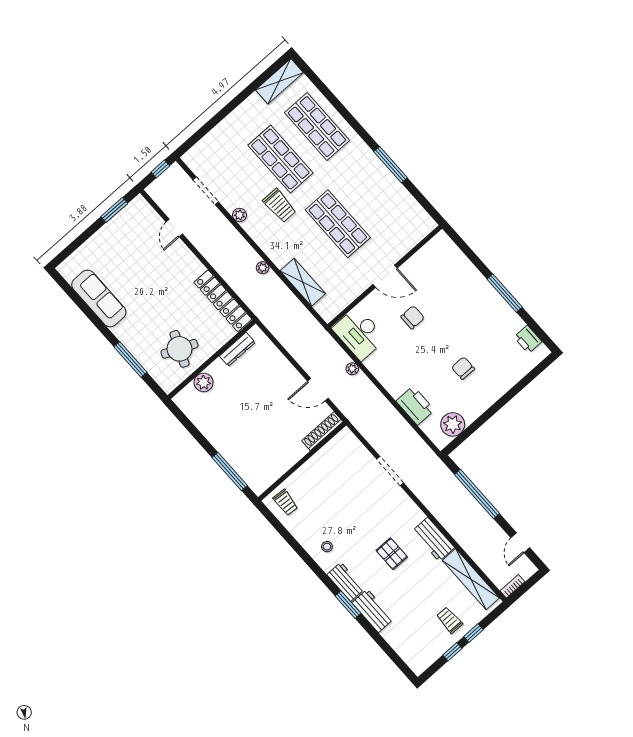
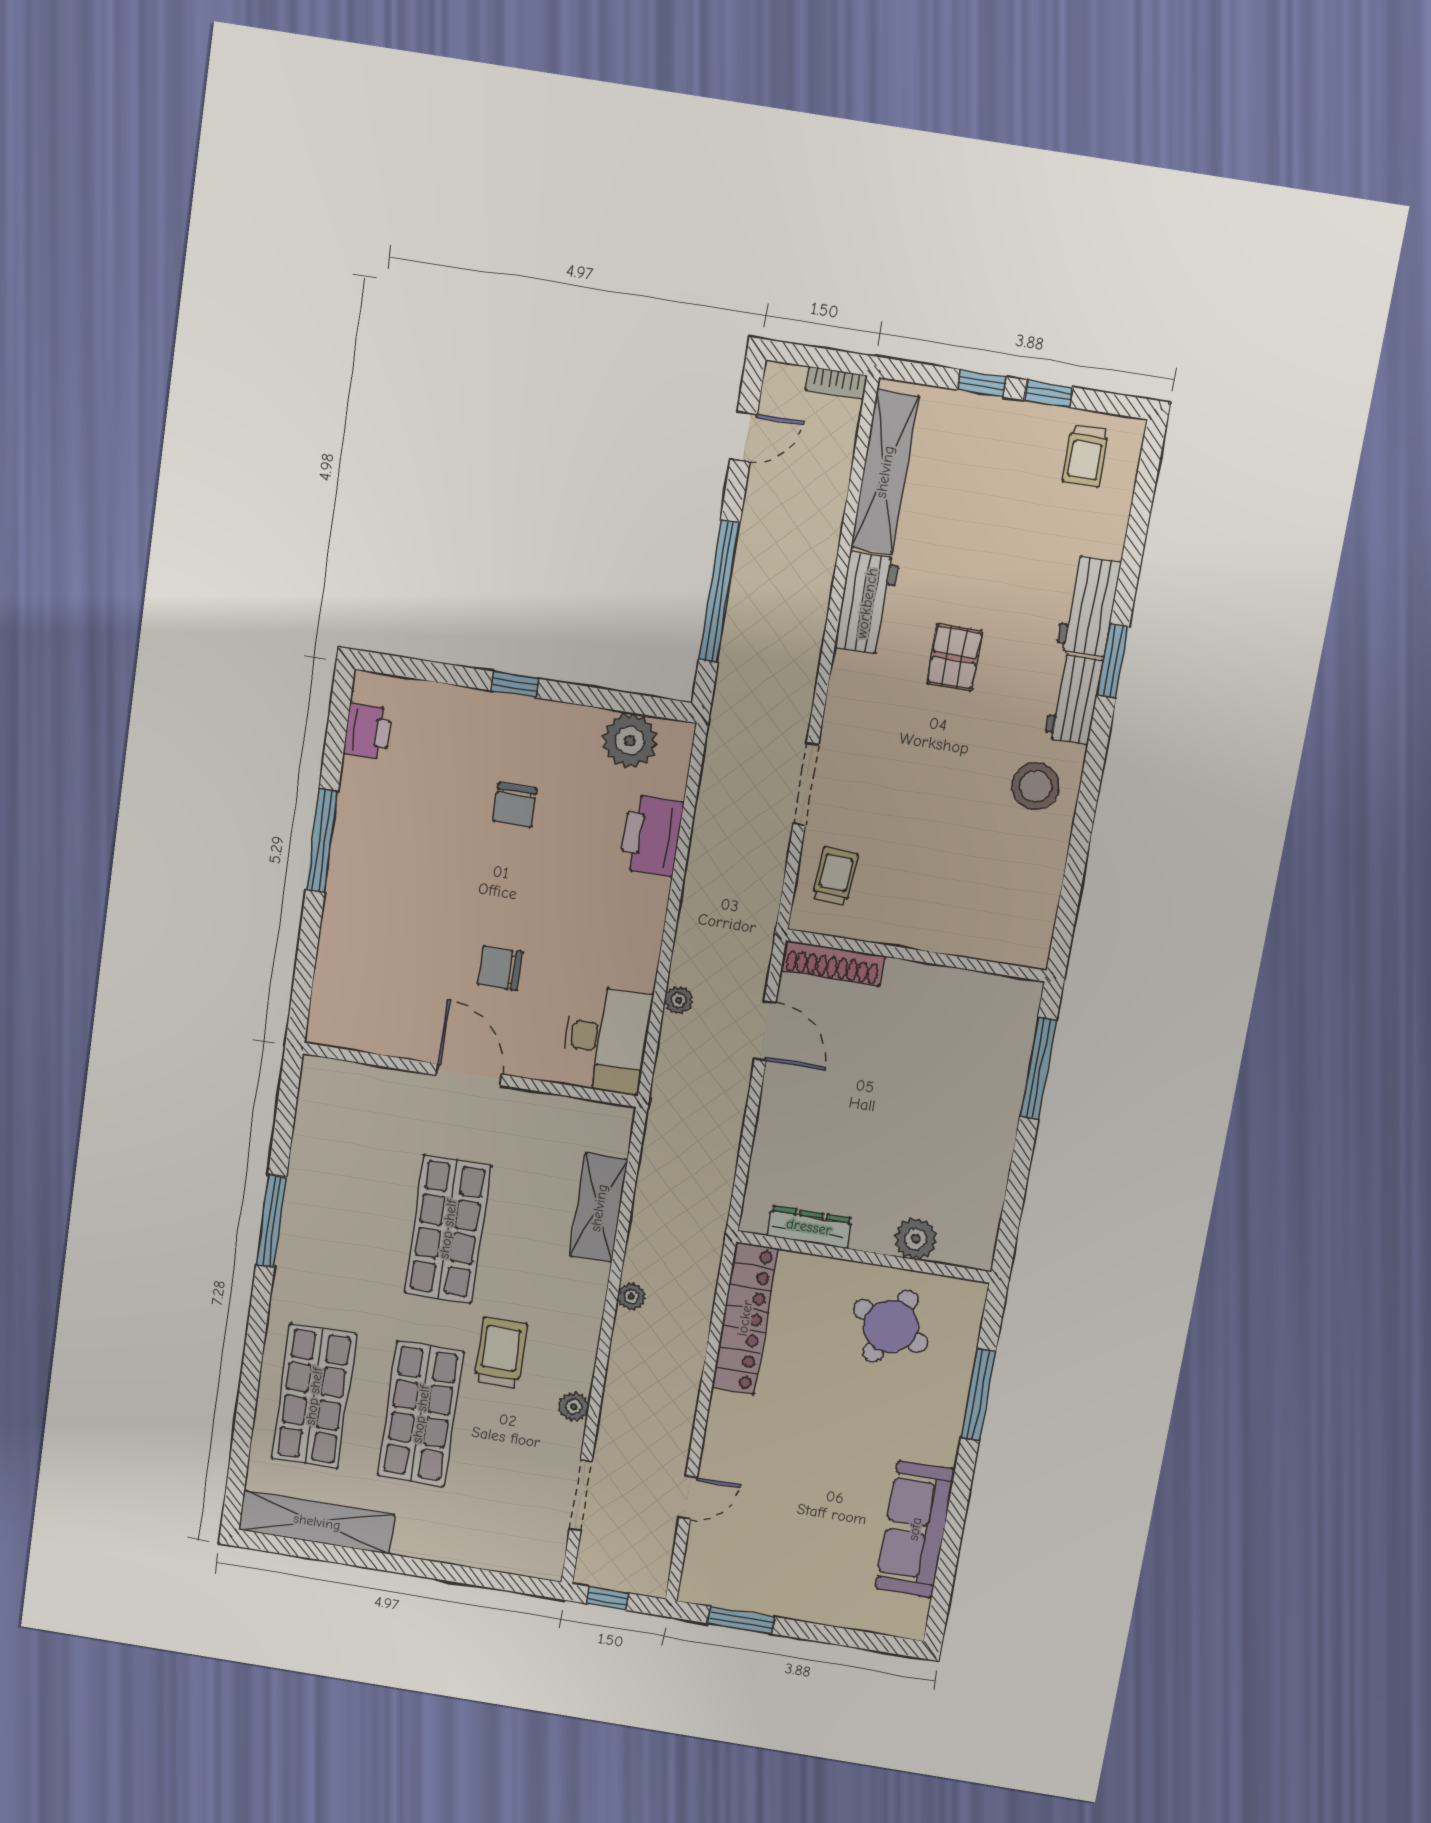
shelving: (279, 81) -> (317, 1522), width x1.47
window: (503, 401) -> (515, 685), added
trolley: (286, 502) -> (835, 876), moved
stool: (327, 547) -> (1036, 786), width x1.89, depth x1.89
trolley: (449, 620) -> (1086, 456), moved

